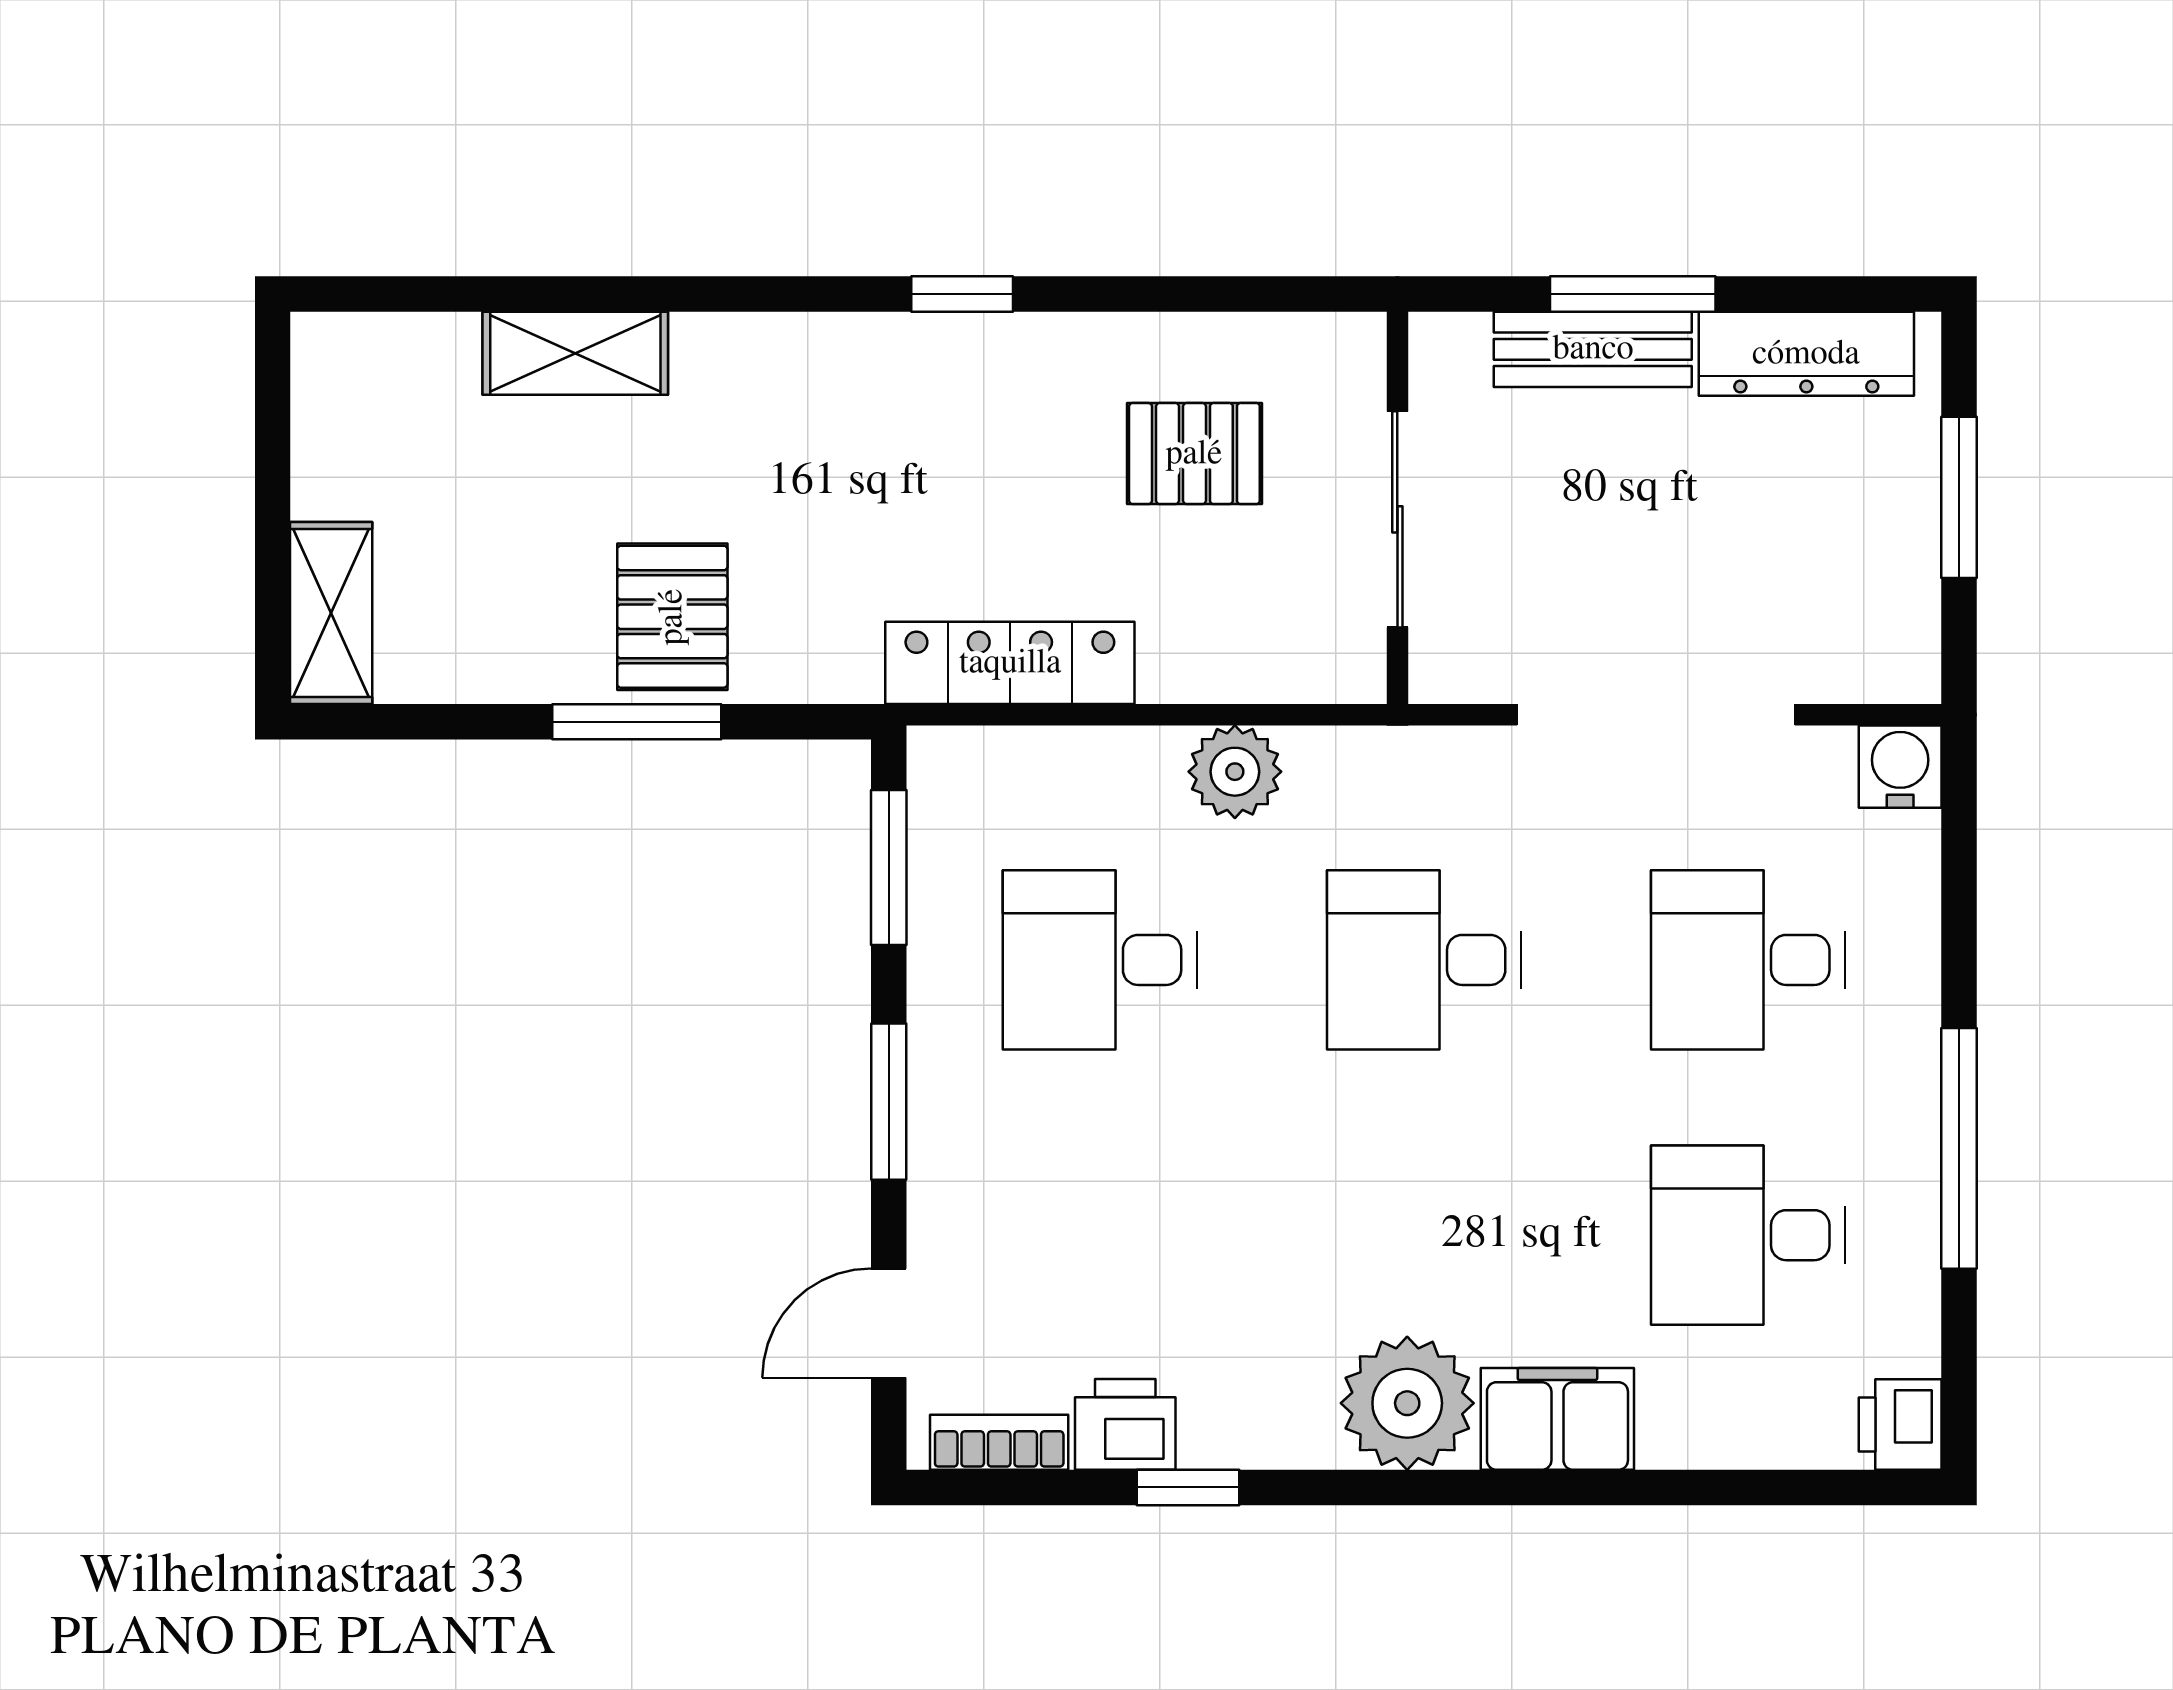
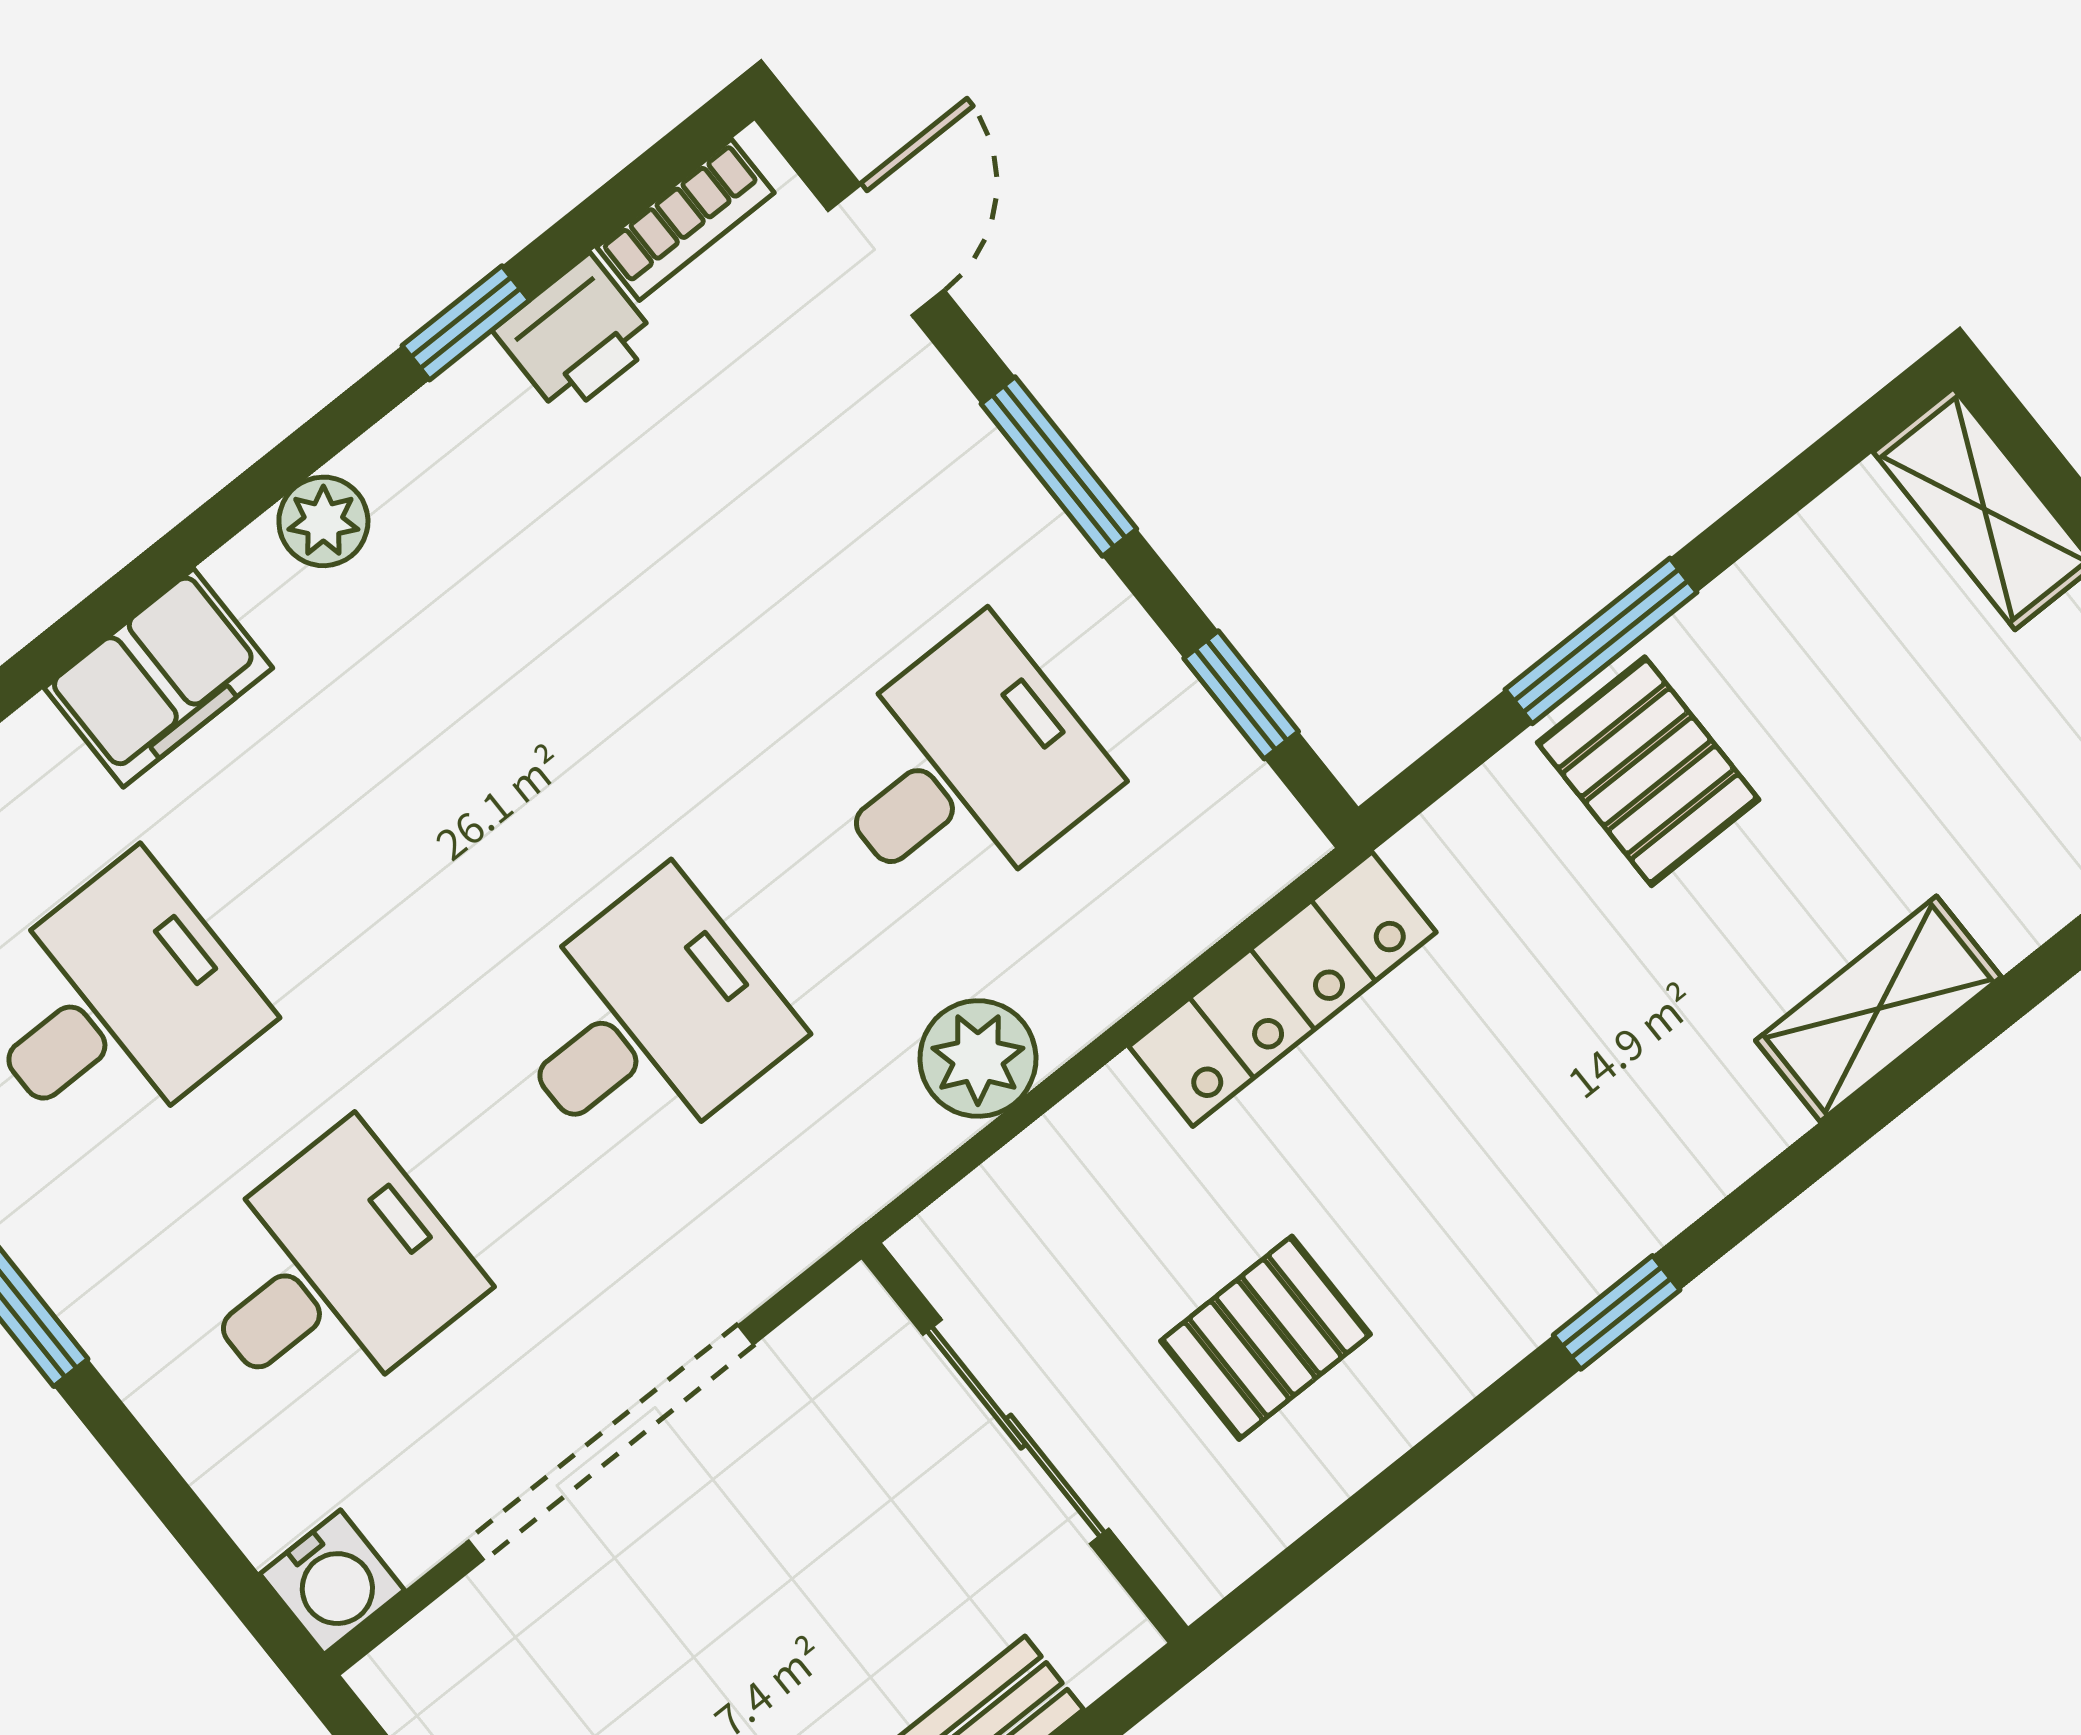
shelving: (575, 353) -> (1878, 1009), moved
window: (889, 868) -> (1241, 695), width x0.67
plant: (1407, 1403) -> (323, 521), width x0.53, depth x0.53

